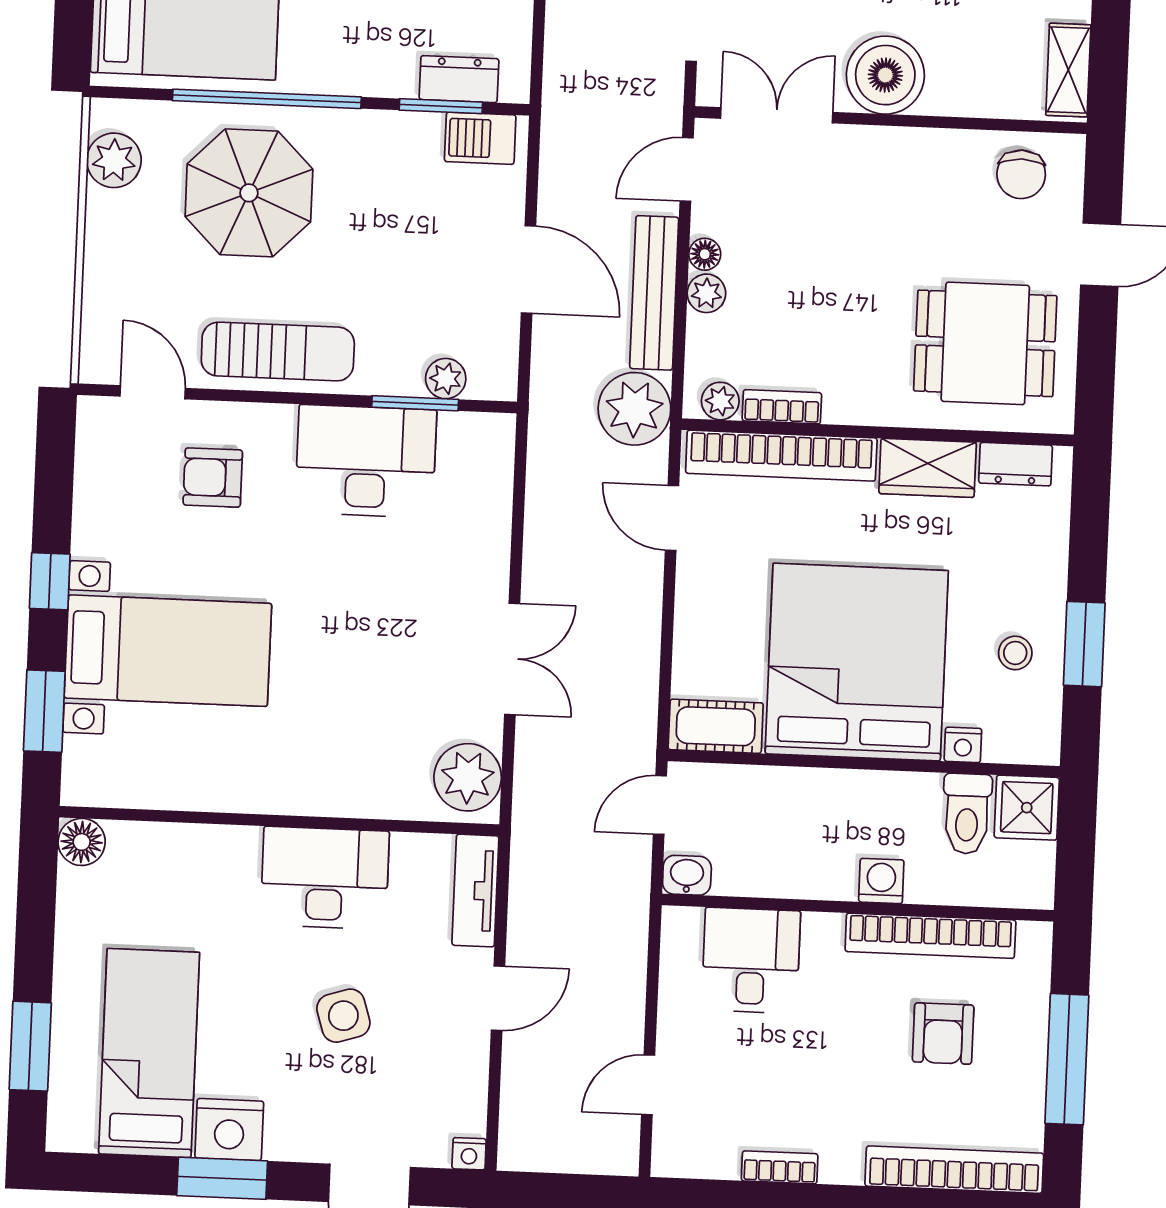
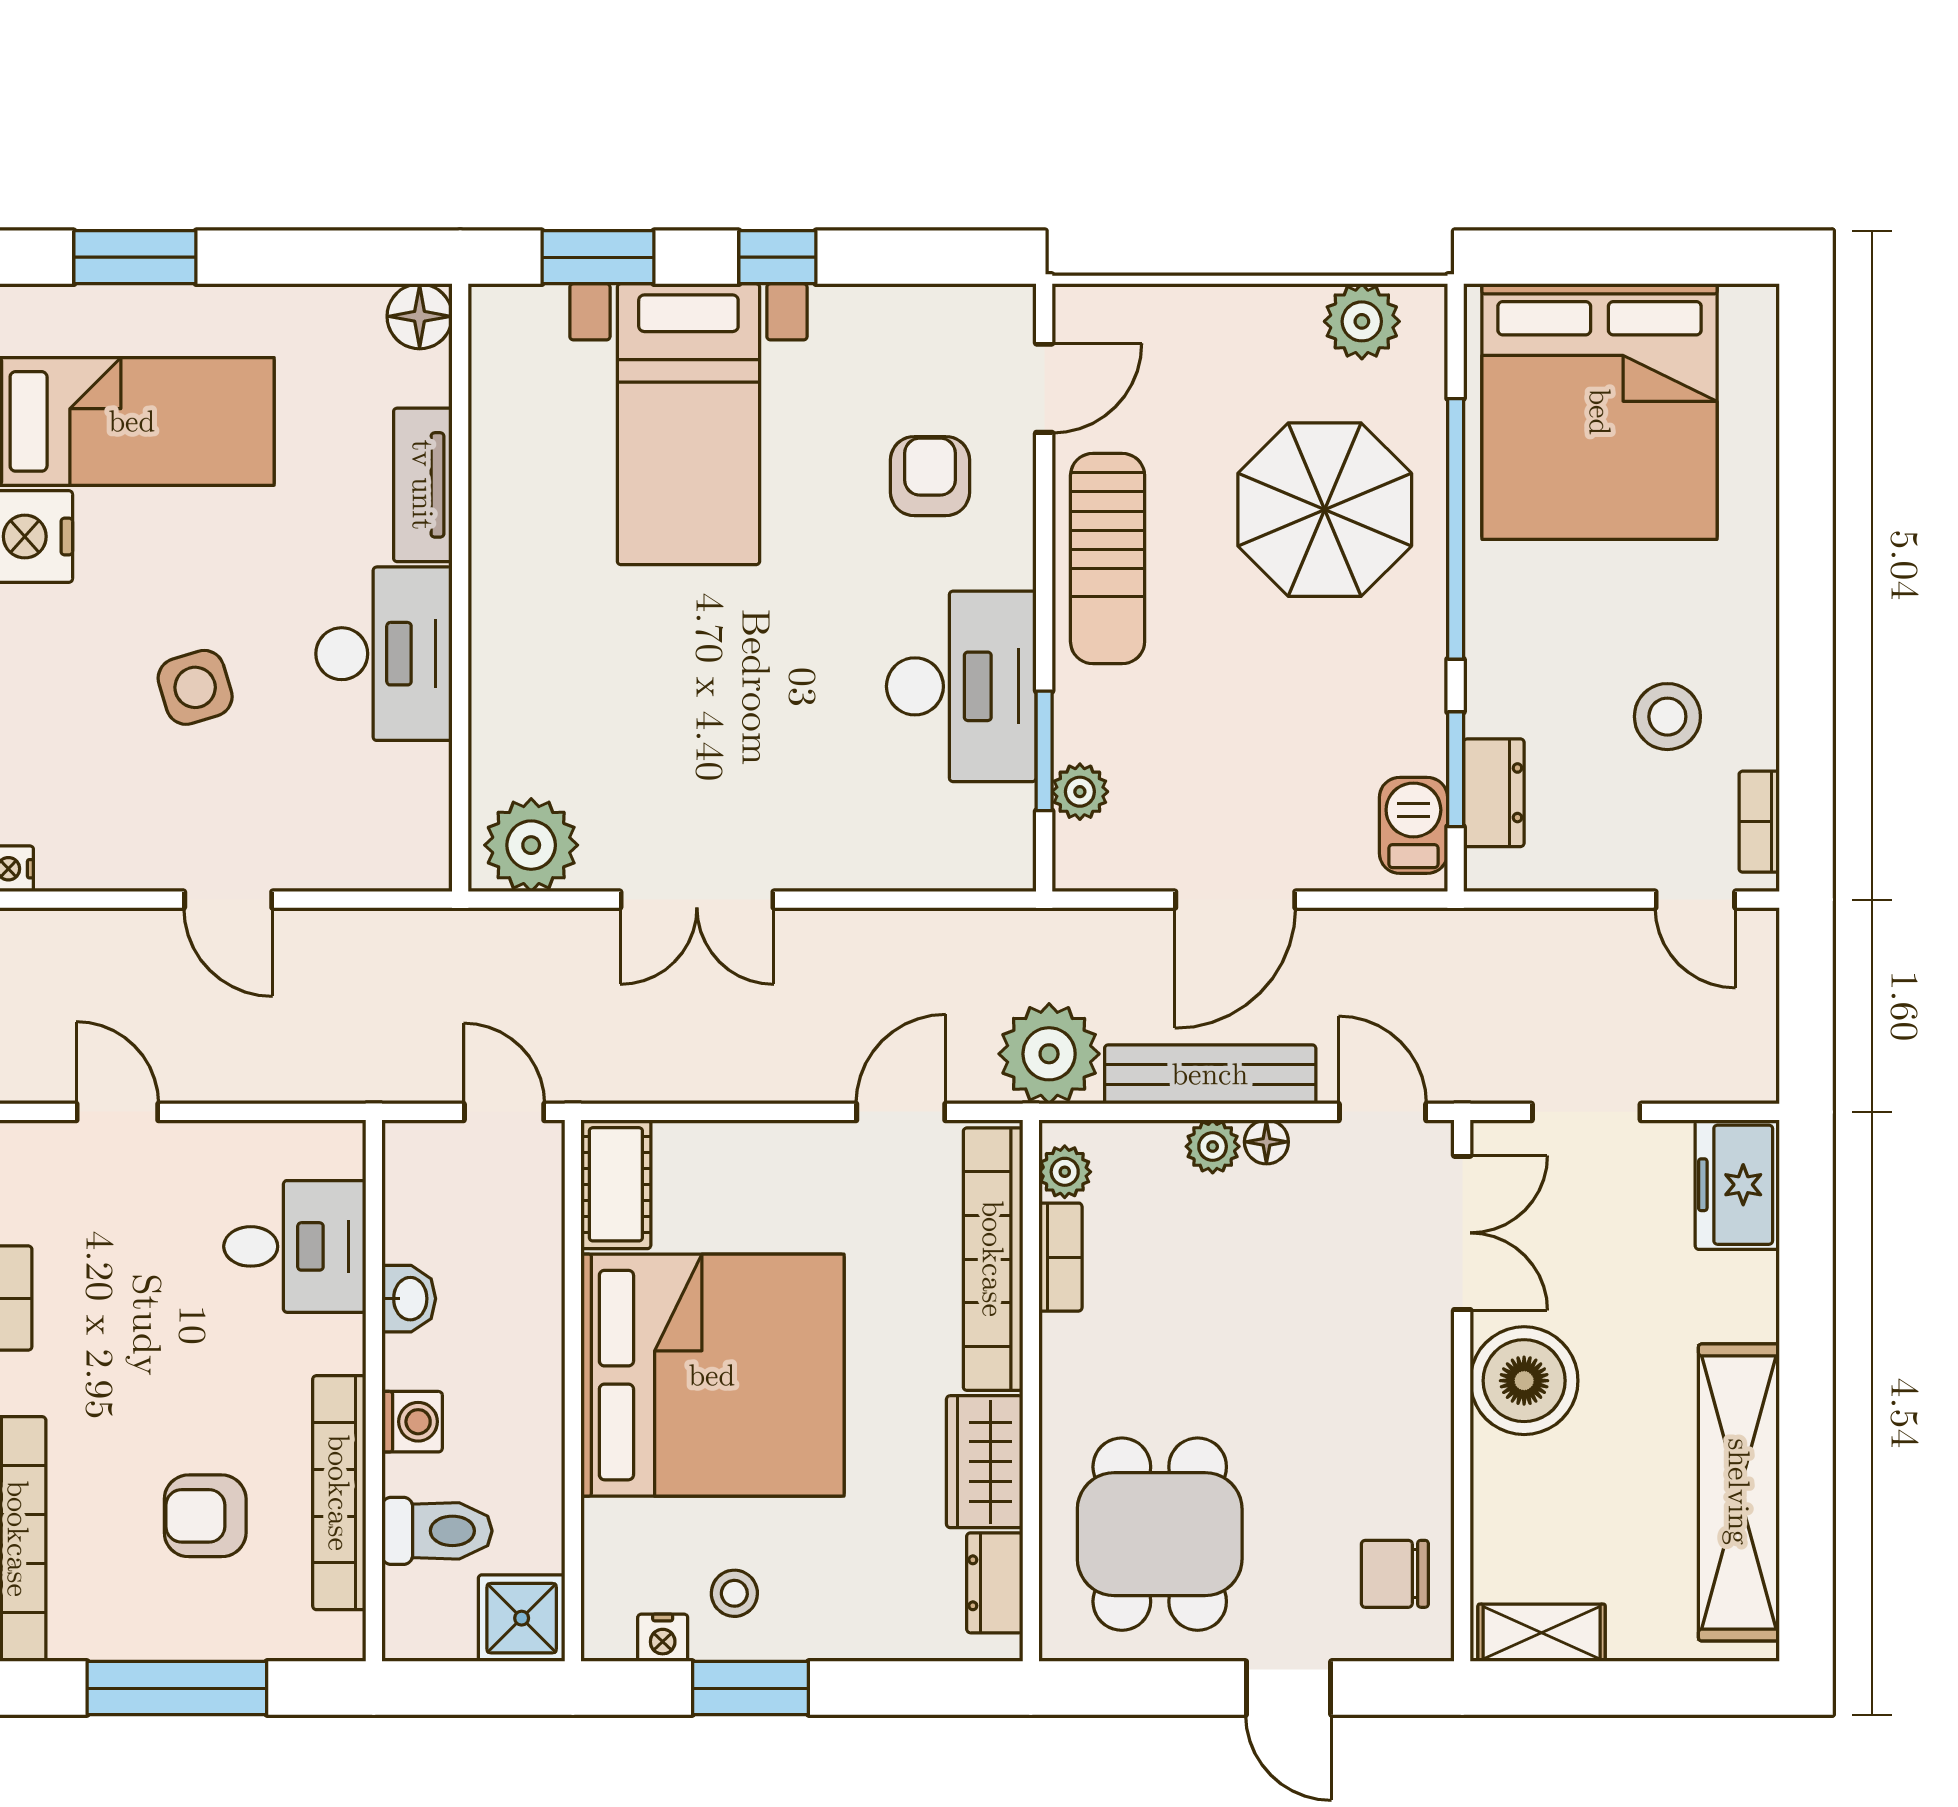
nightstand: (963, 745) -> (663, 1638), moved, turned -90
toilet: (967, 814) -> (437, 1531), moved, turned 180
washbasin: (687, 875) -> (409, 1299), moved
tv unit: (475, 891) -> (423, 485), moved, turned -90

